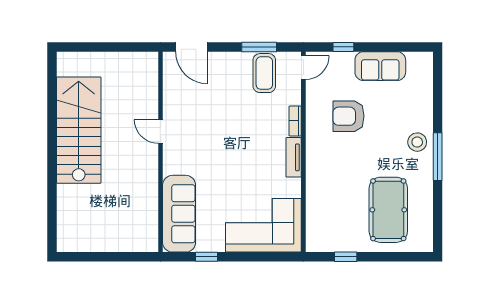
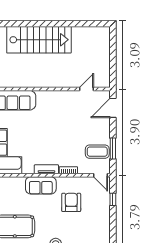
sofa: (380, 66) -> (41, 185), moved, turned -90
stairs: (79, 130) -> (39, 40), moved
door: (161, 132) -> (87, 89), moved

